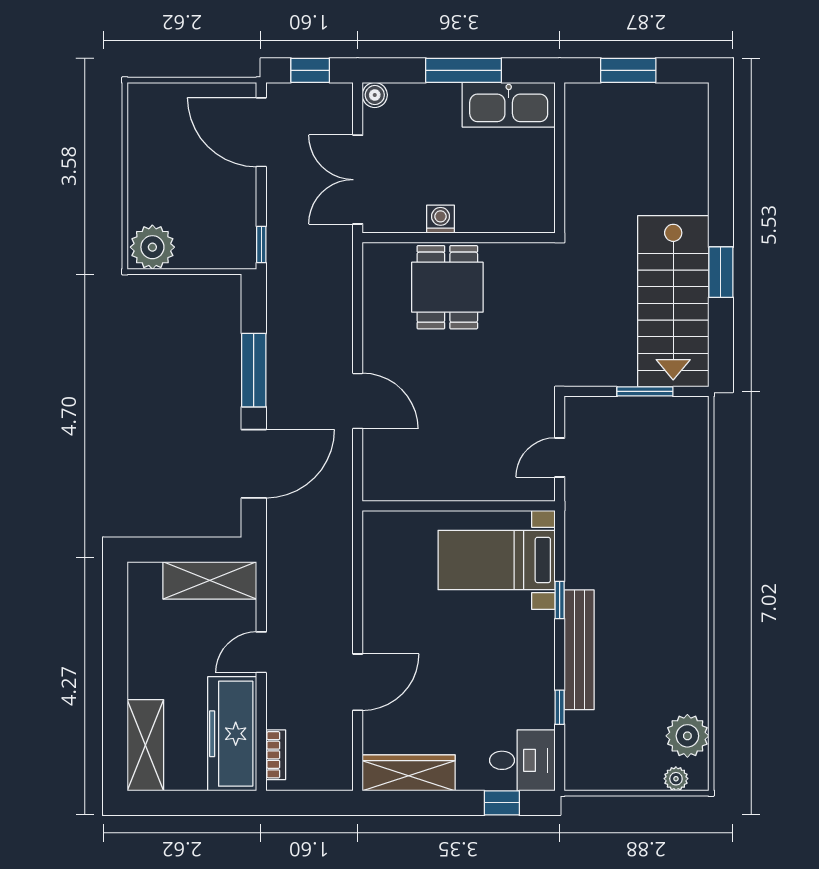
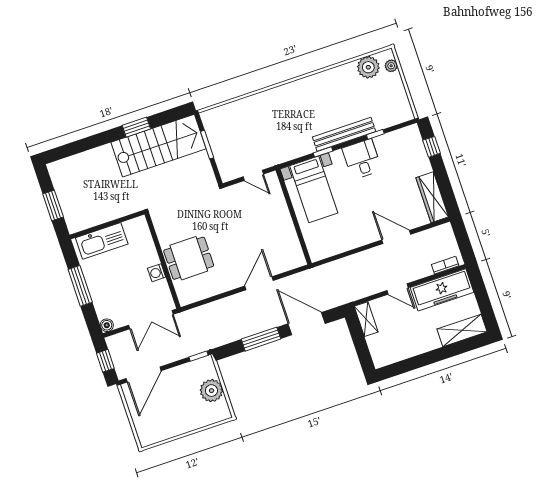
kitchen sink: (509, 105) -> (102, 241), moved, turned 90
plant: (152, 247) -> (211, 391), moved
shelving: (210, 580) -> (366, 319), width x0.67, depth x0.75
desk: (522, 760) -> (362, 159), moved

